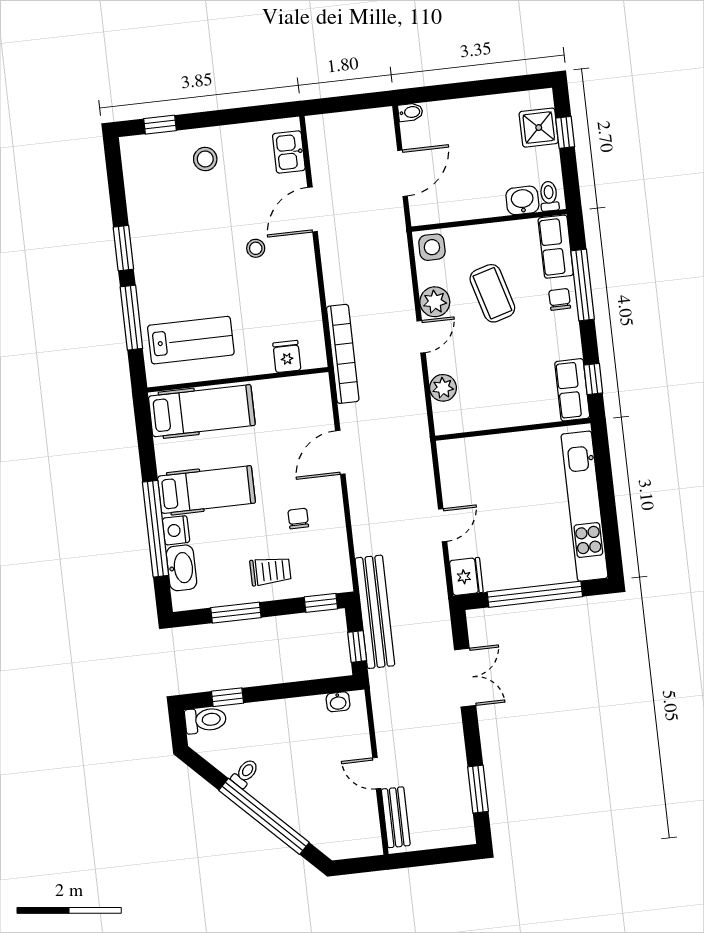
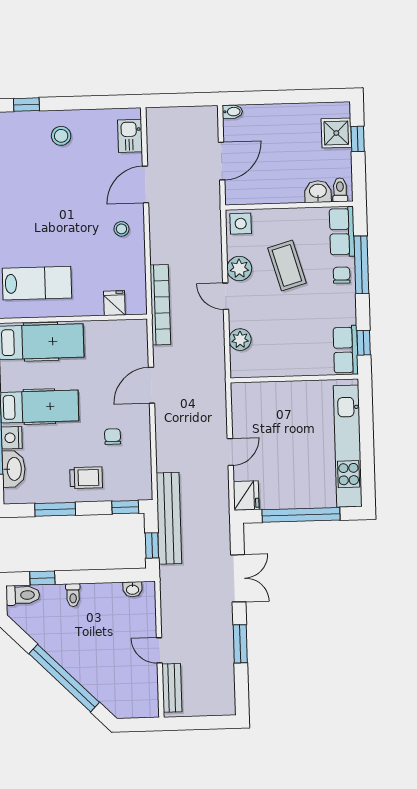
stool: (256, 248) -> (121, 229), moved
door: (421, 337) -> (226, 296), swing flipped
toilet: (245, 773) -> (73, 595), moved, turned 135
window: (478, 789) -> (240, 644), moved

